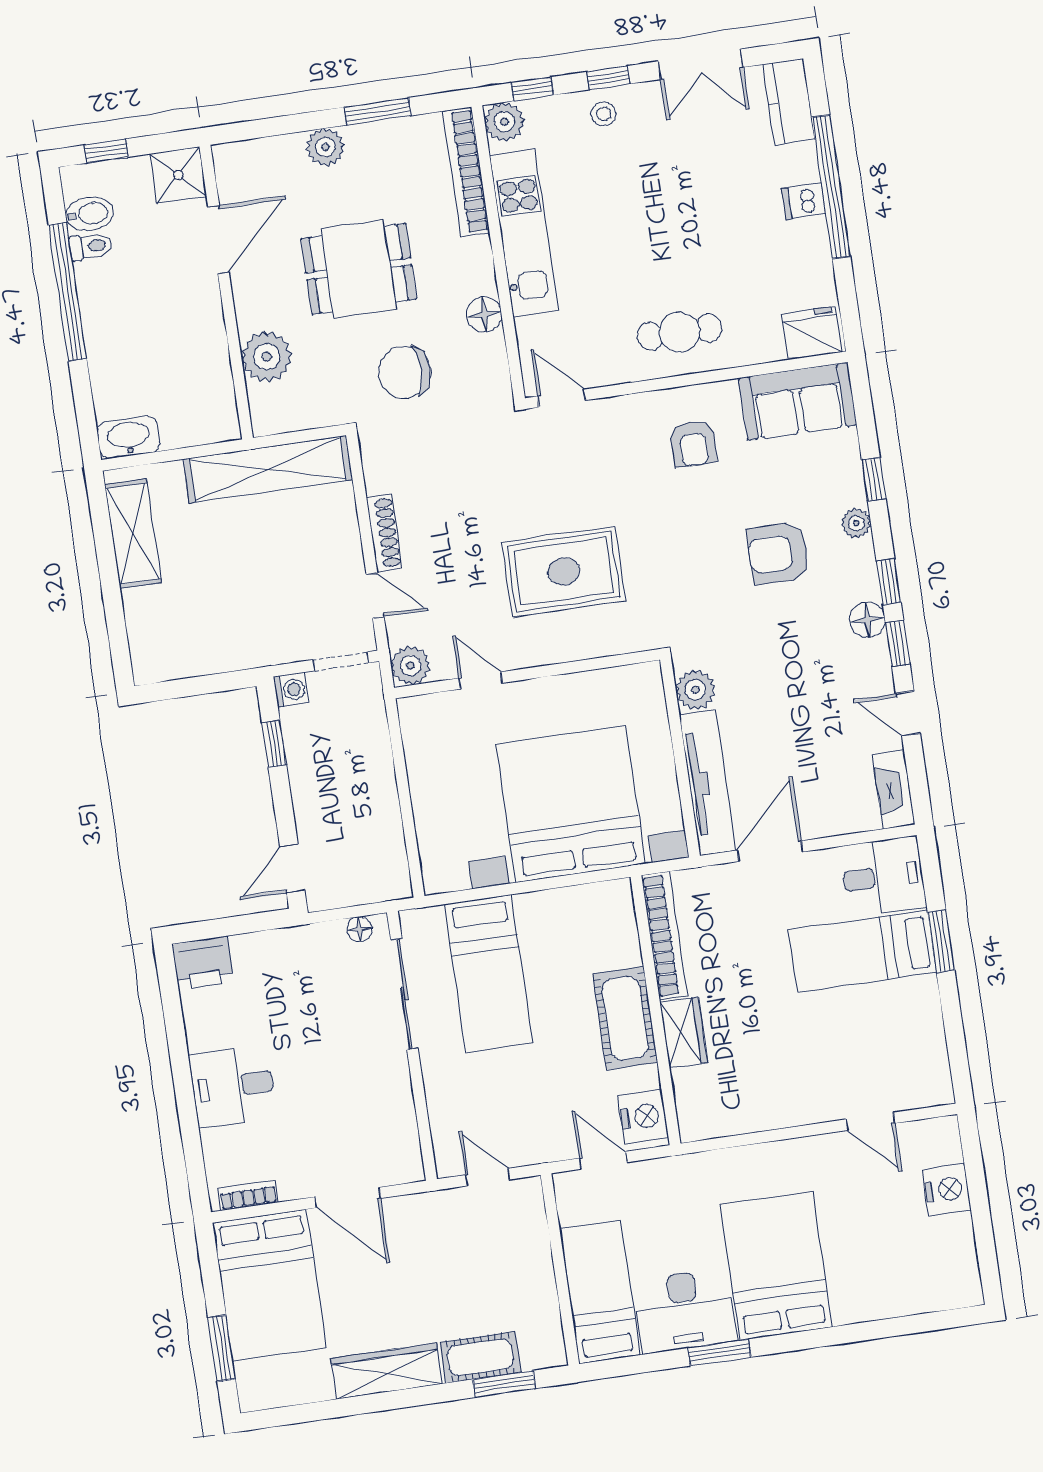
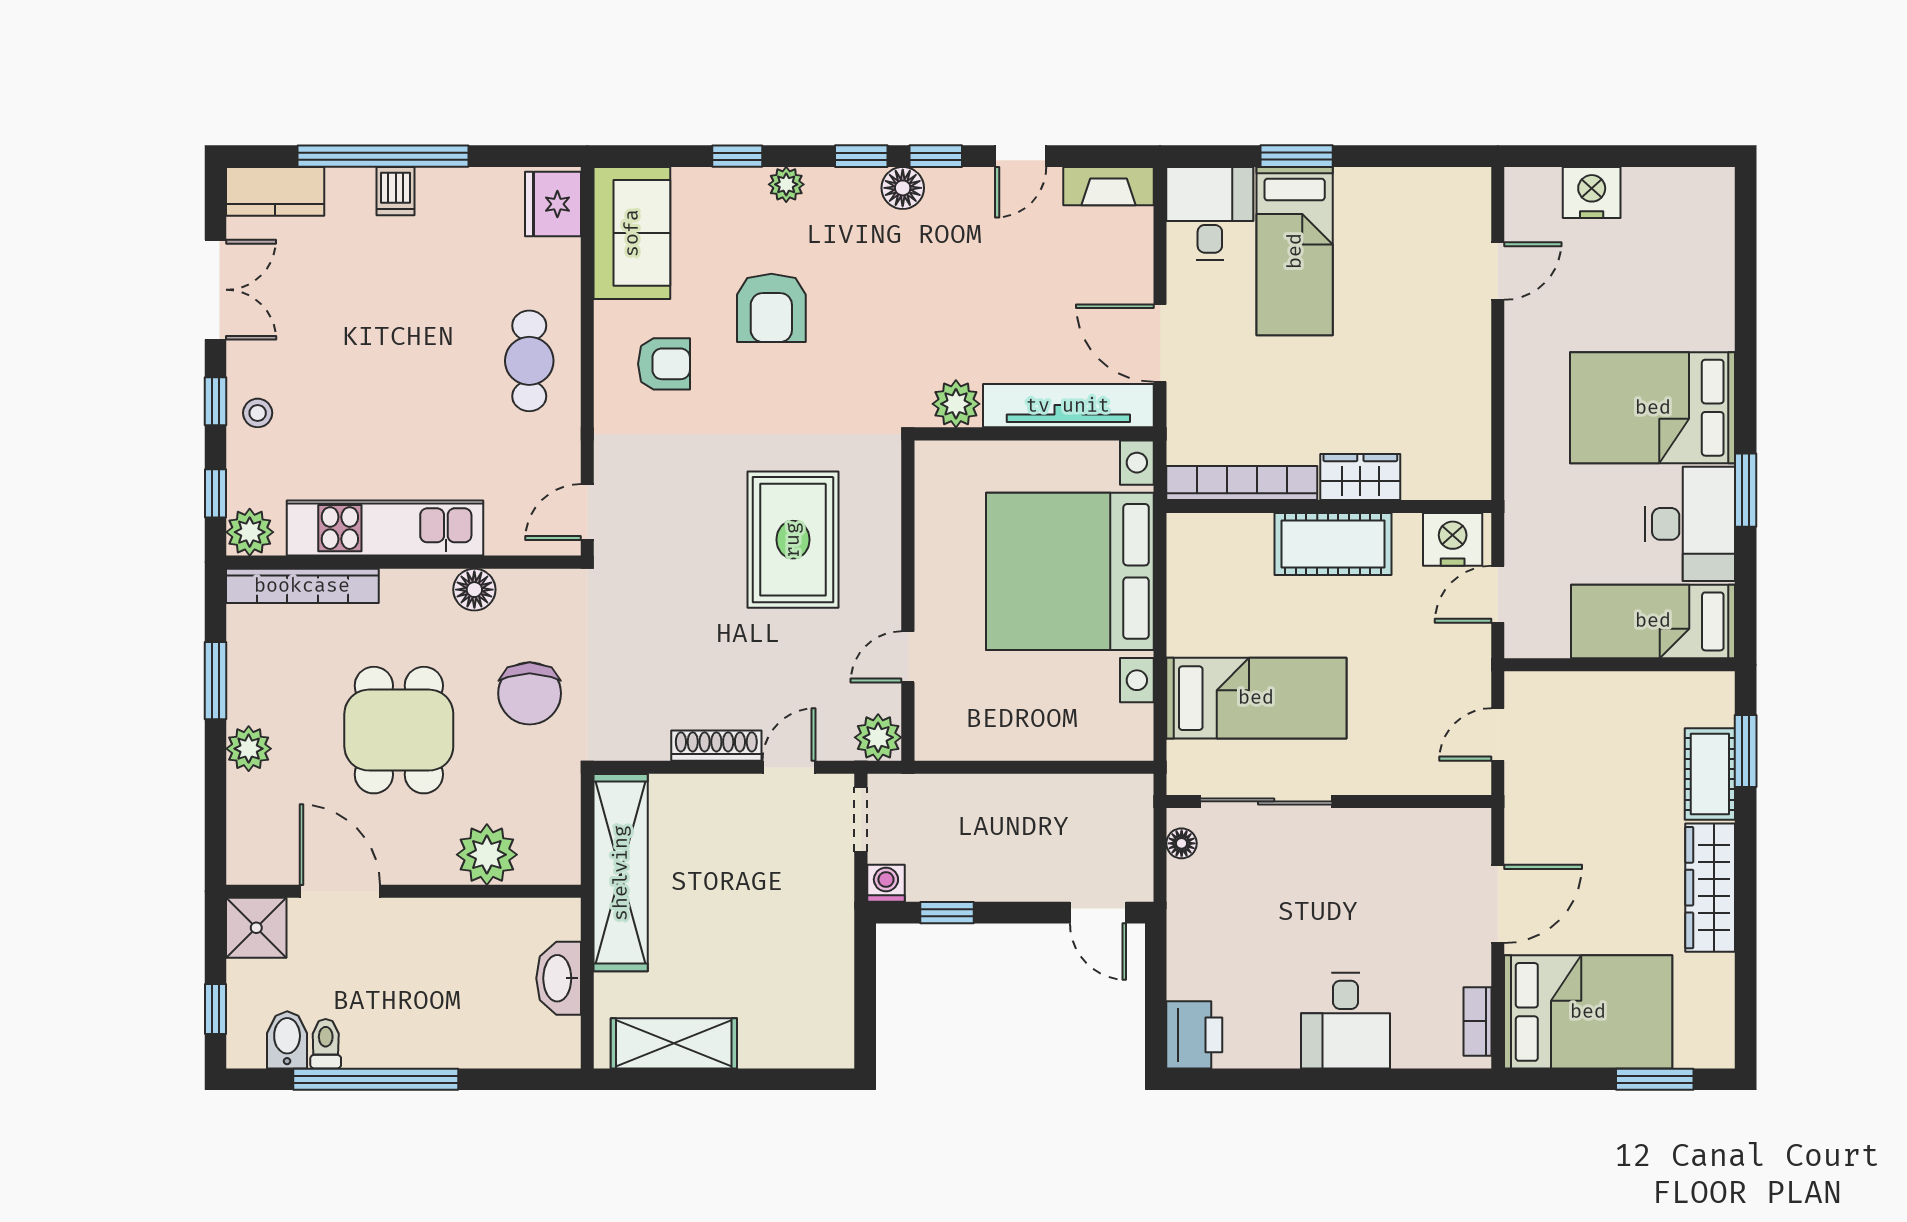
washbasin: (129, 437) -> (559, 978), moved
armchair: (778, 553) -> (771, 308), moved

